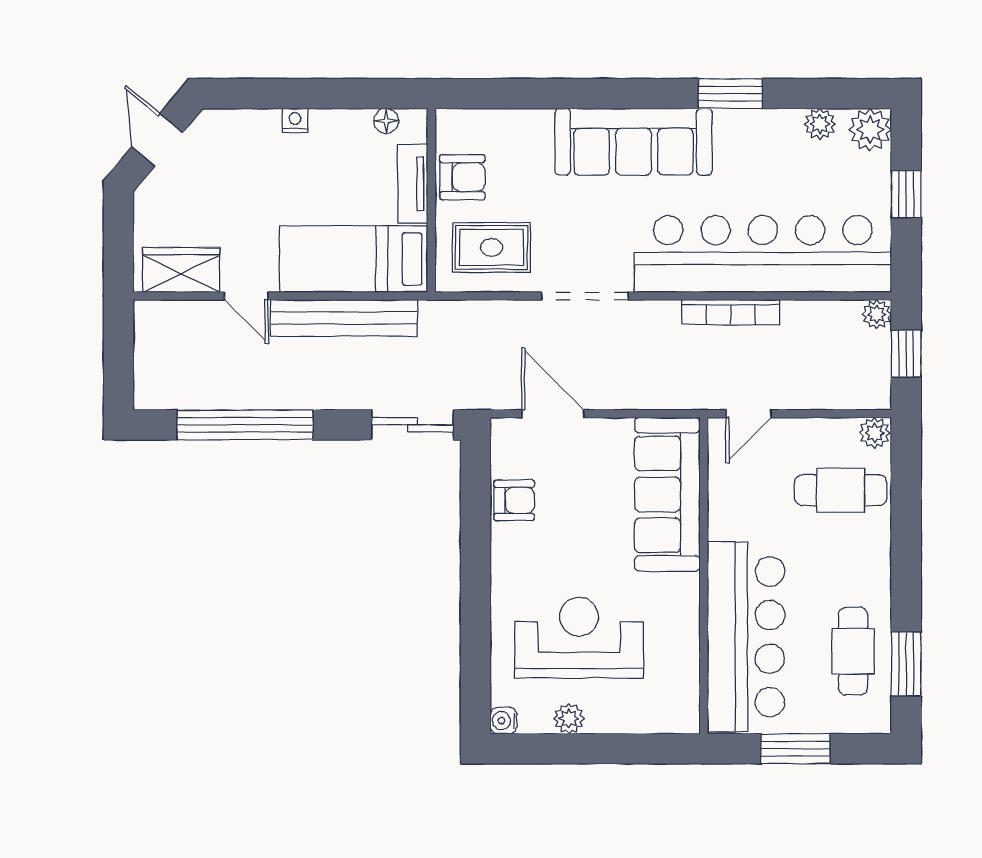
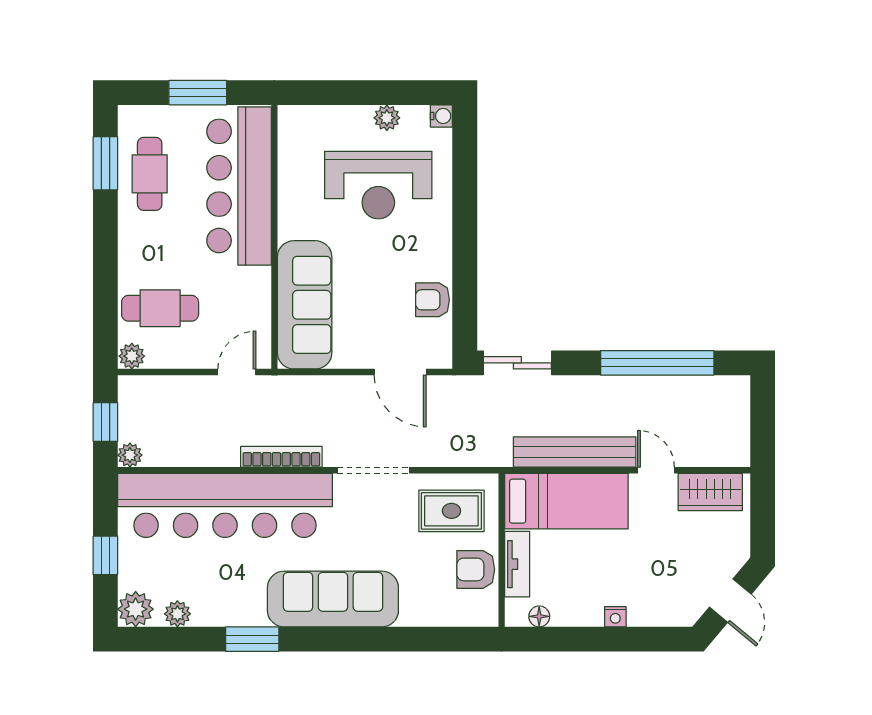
bookcase: (731, 312) -> (281, 457), moved

